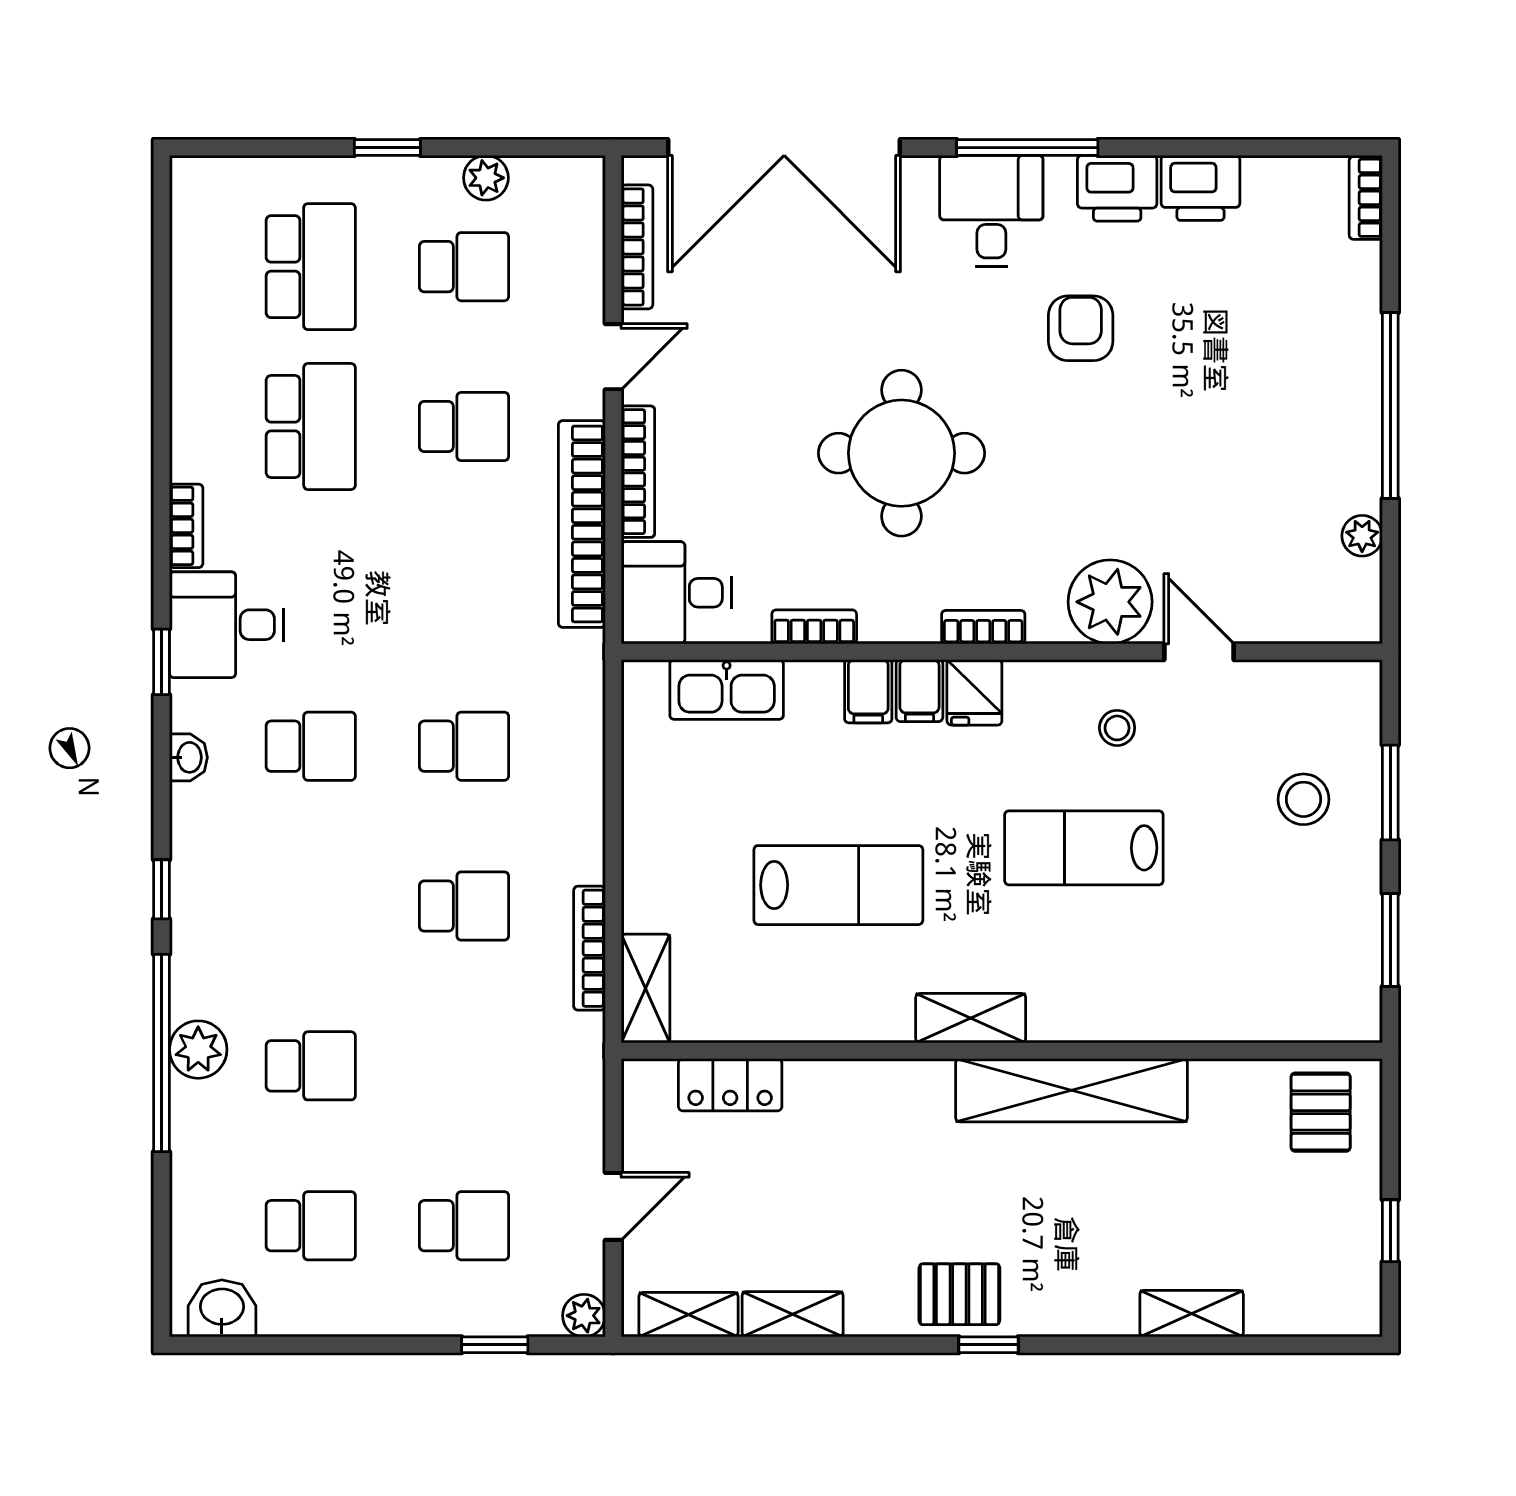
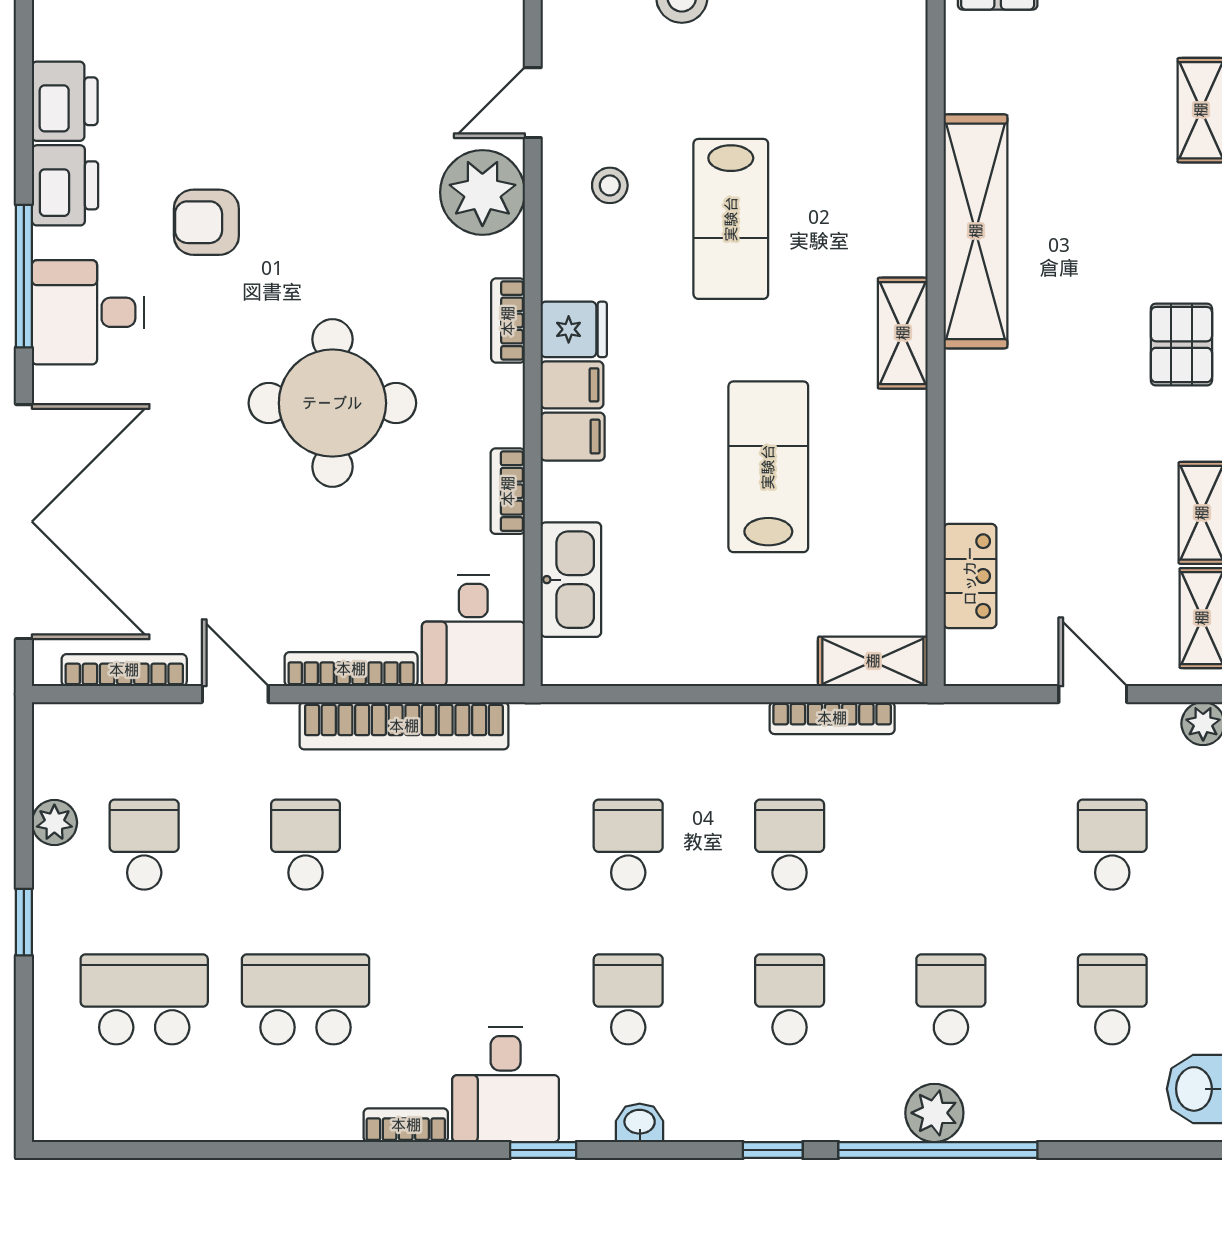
school desk: (311, 906) -> (790, 999), added

